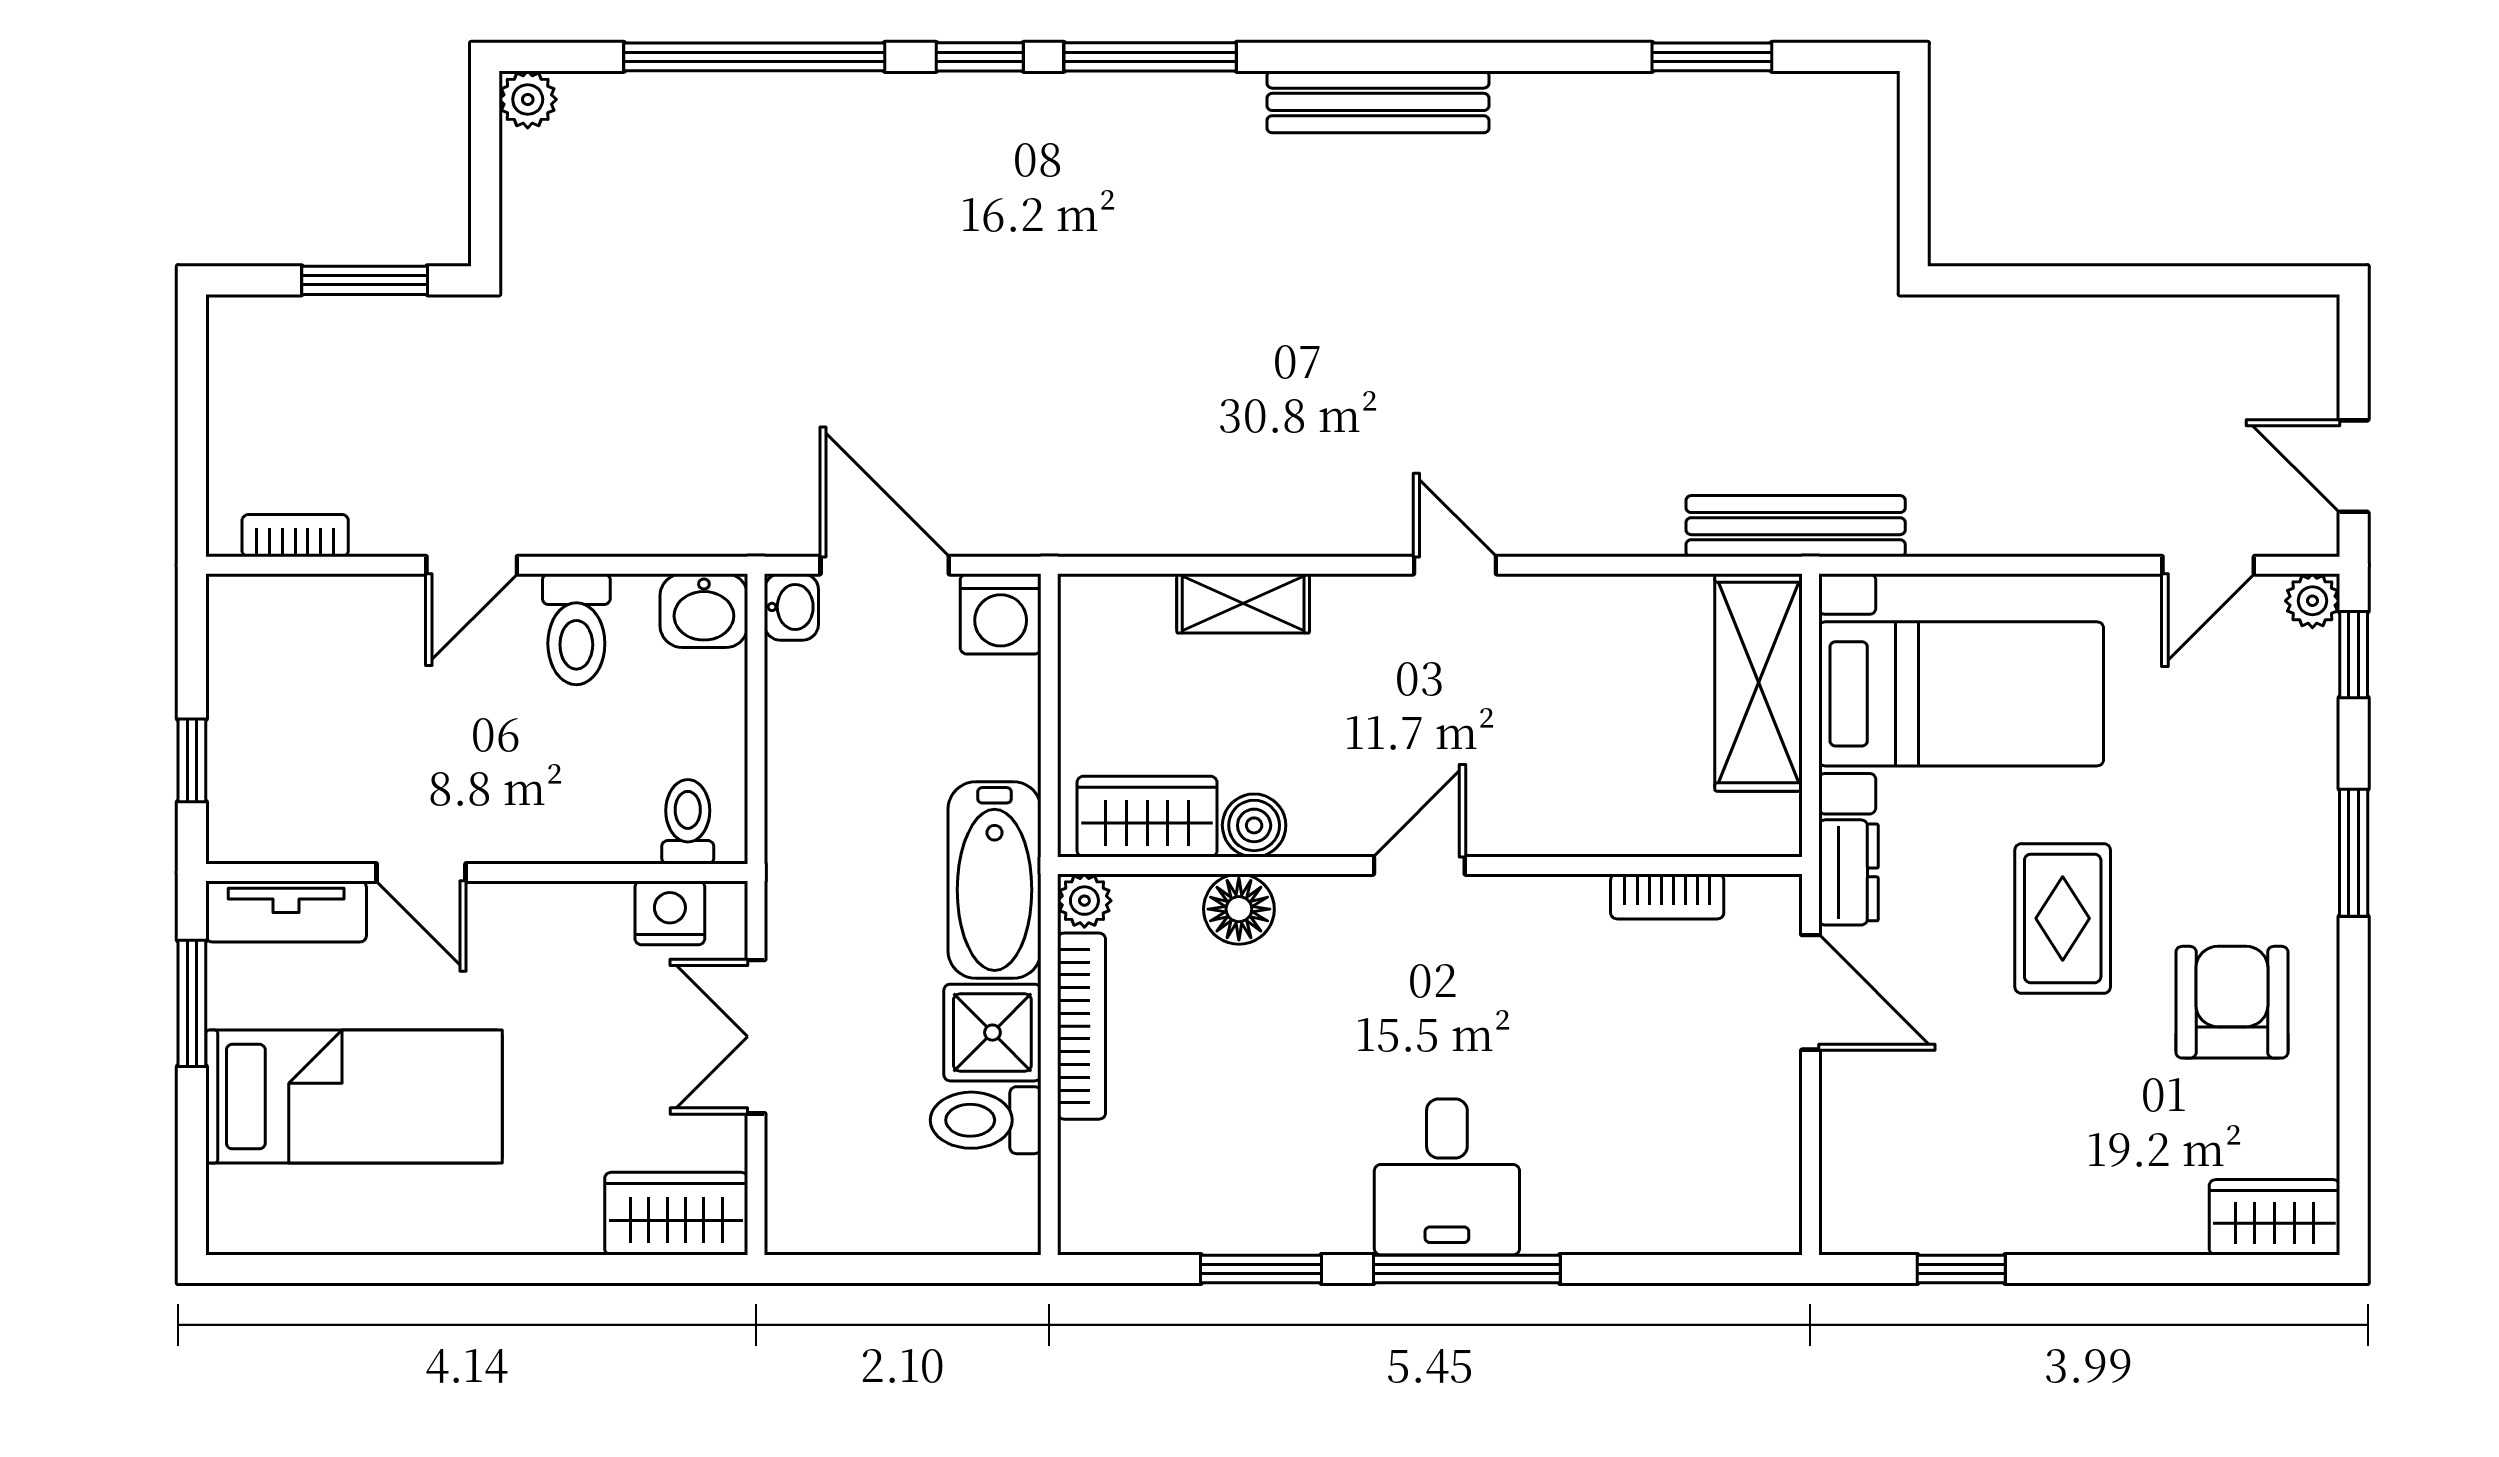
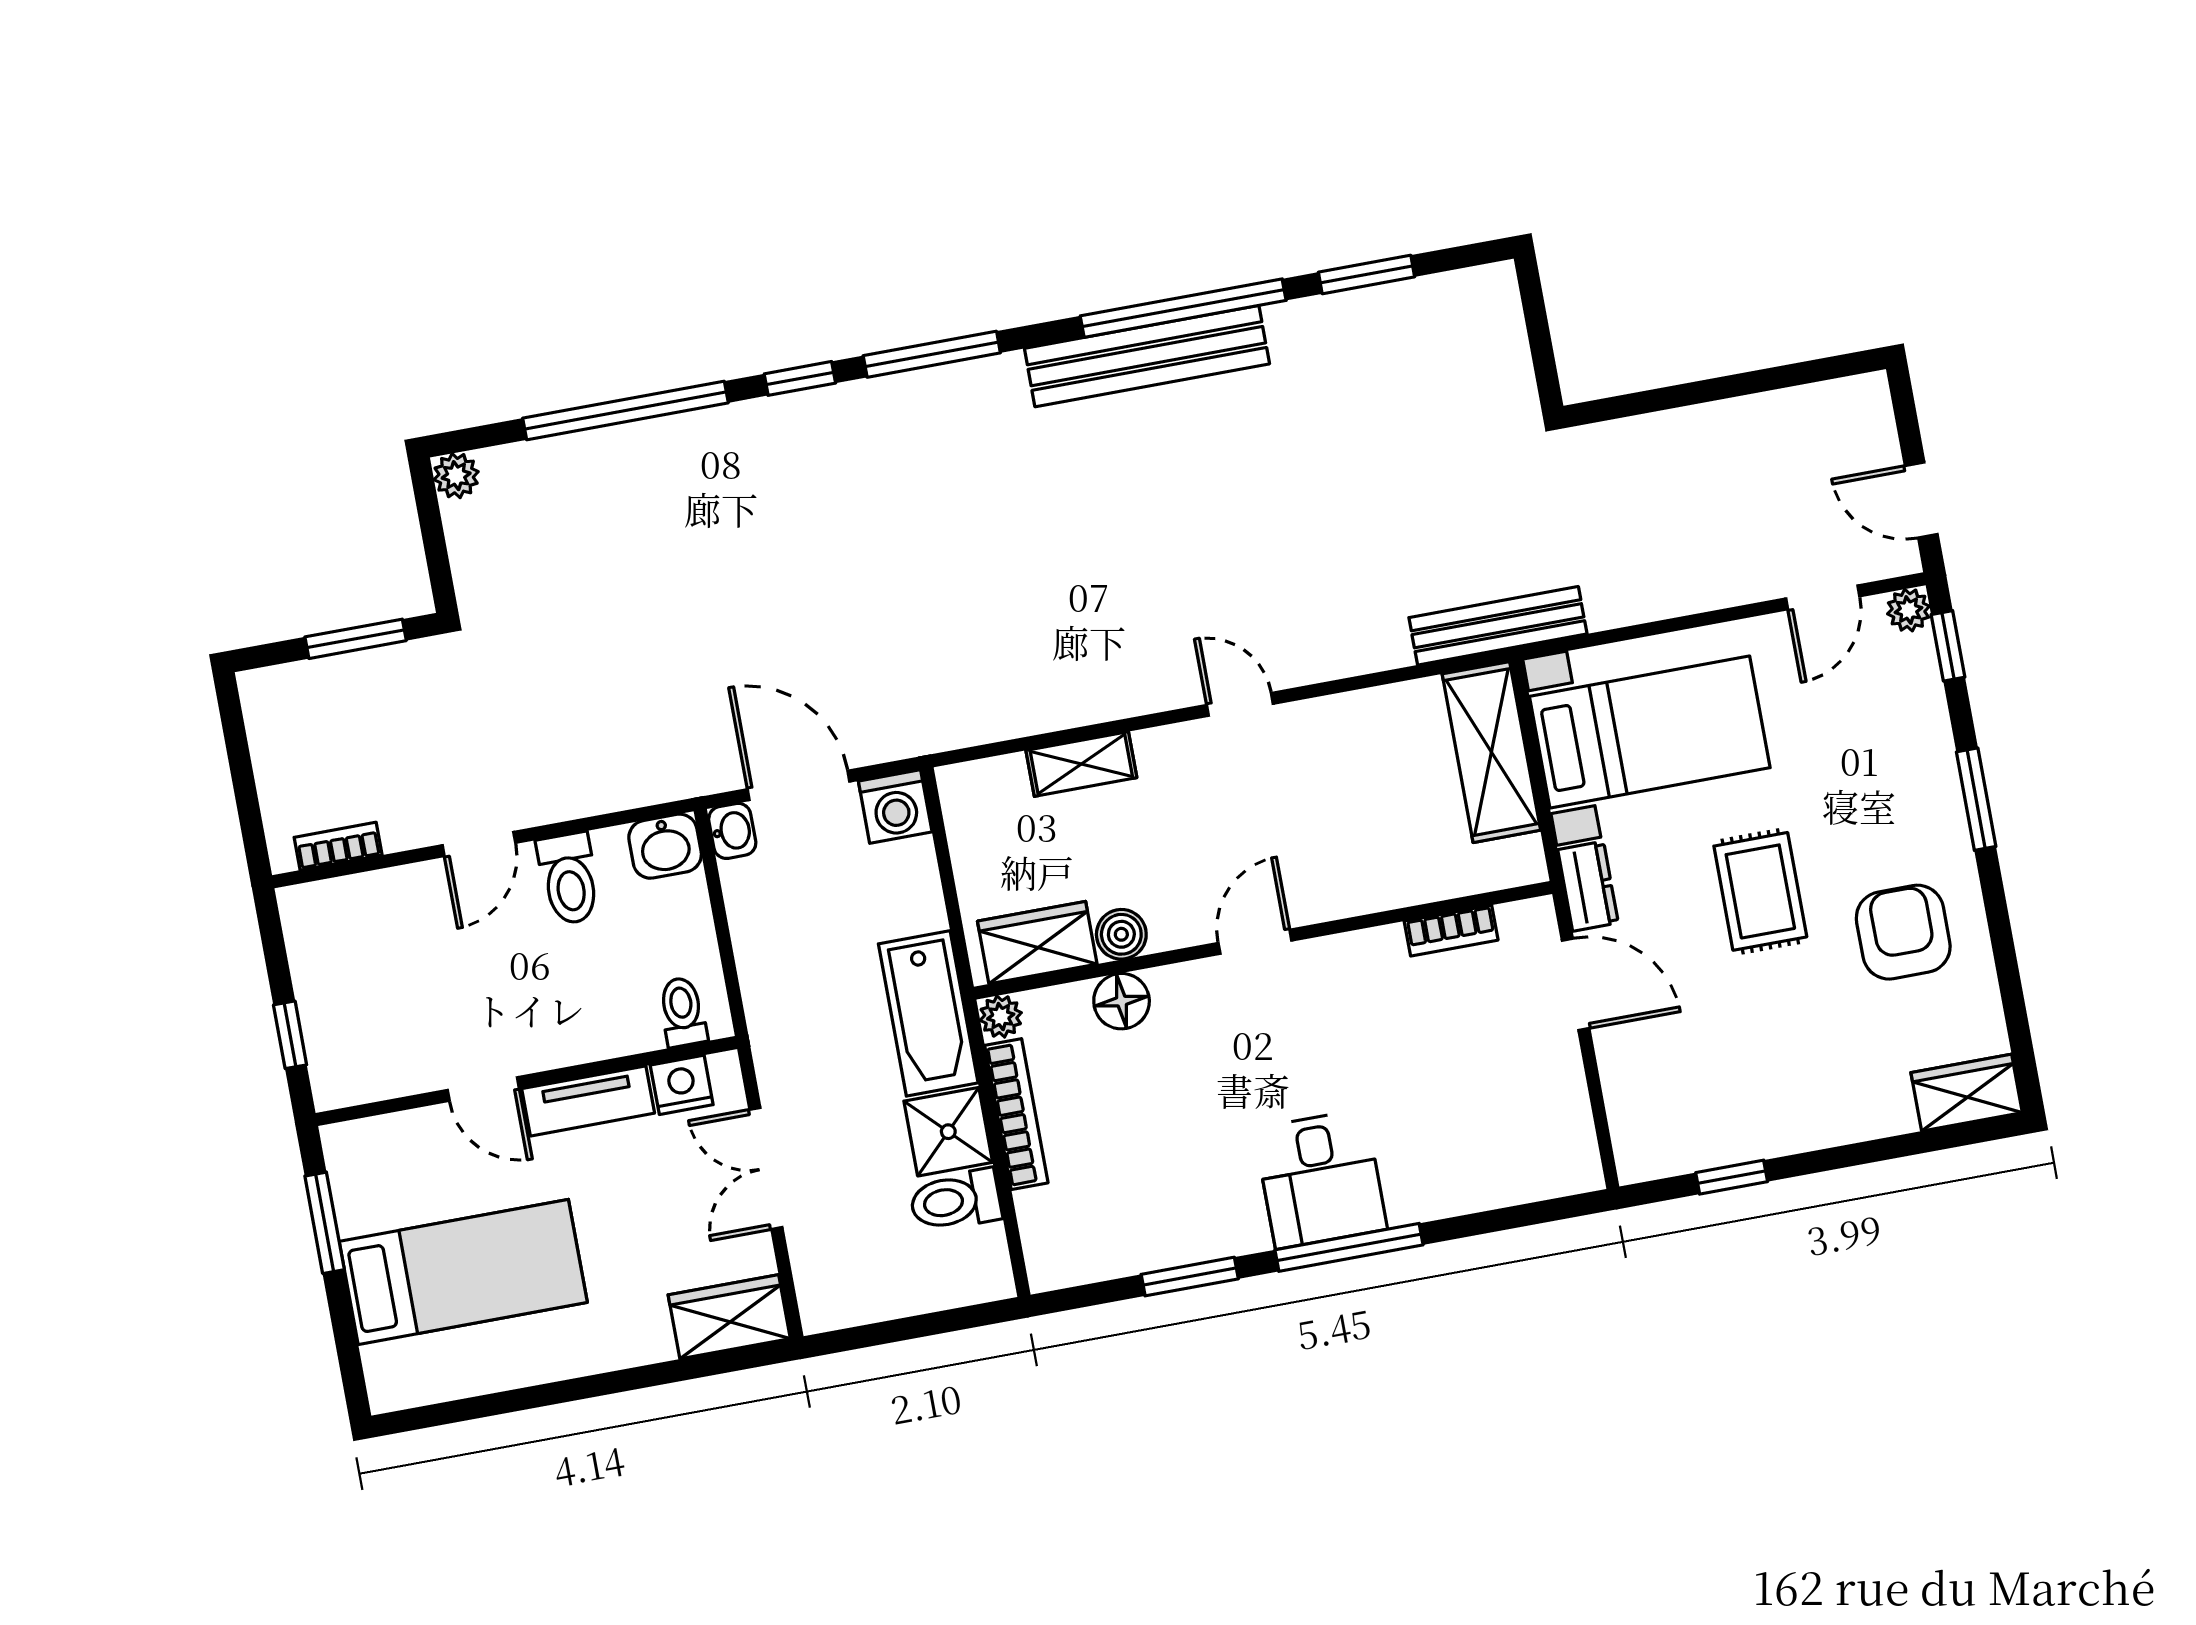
window: (1475, 57) -> (1183, 308), added
bench: (1378, 102) -> (1147, 356), width x1.37, depth x1.21
tv unit: (286, 911) -> (588, 1101), moved

